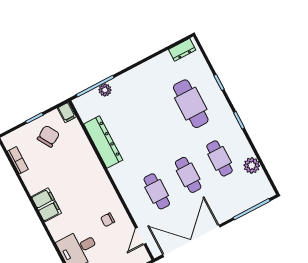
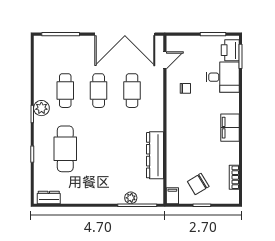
plant: (252, 165) -> (41, 108), moved

